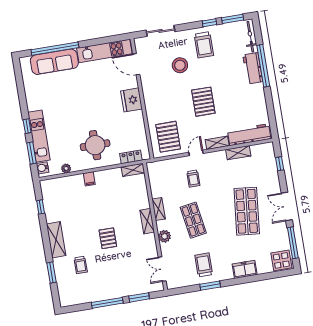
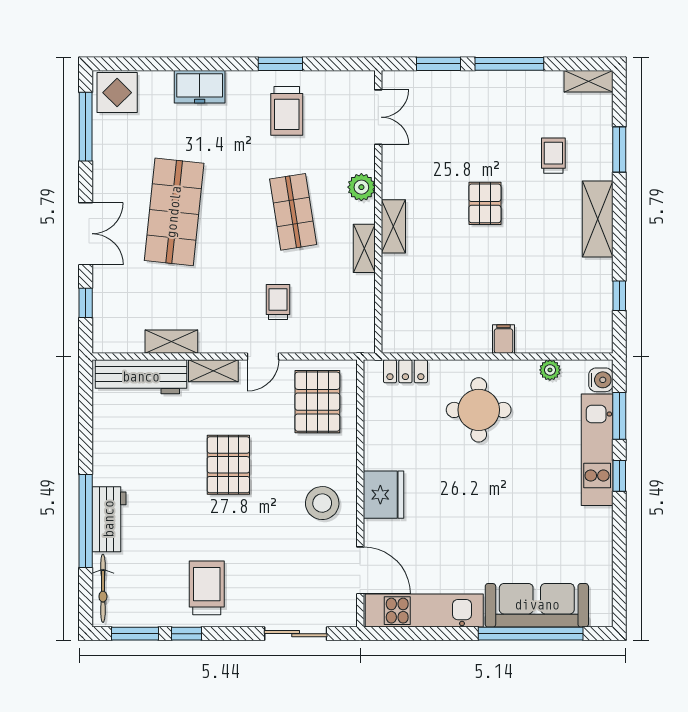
stool: (180, 65) -> (322, 503), moved
shelving: (133, 170) -> (588, 81), moved
double door: (287, 206) -> (86, 234), moved

